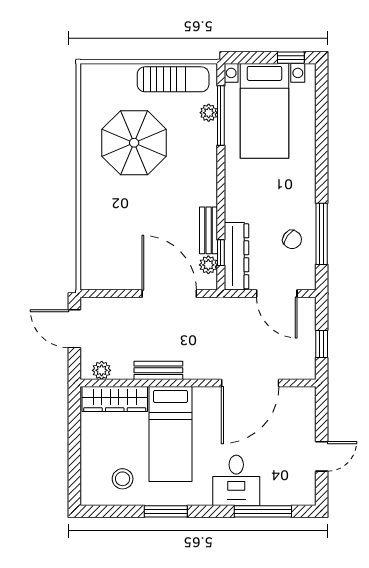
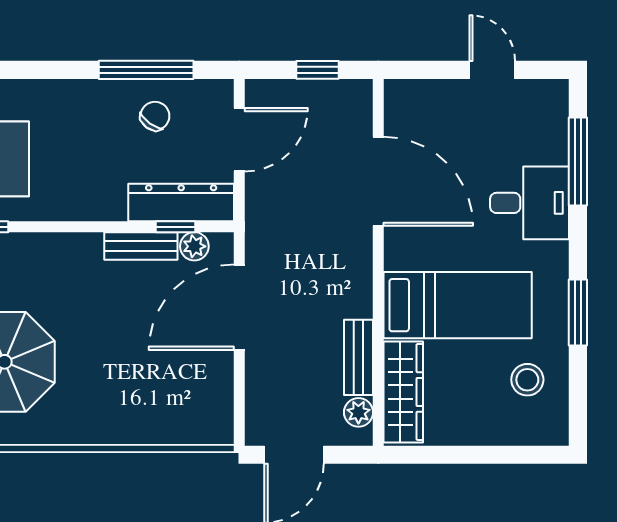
bench: (158, 370) -> (359, 357), moved

